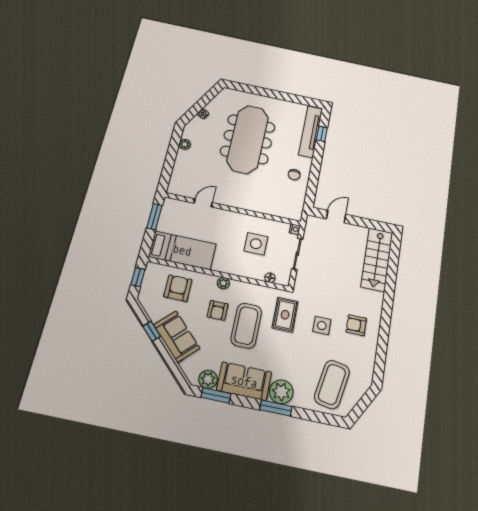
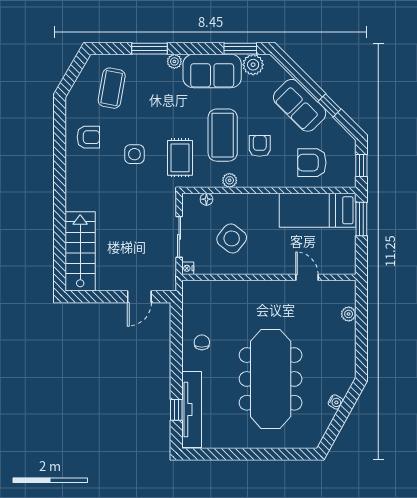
plant: (185, 144) -> (349, 314), moved
door: (203, 203) -> (307, 277), swing flipped
window: (155, 217) -> (361, 219), moved
side table: (256, 244) -> (232, 238), turned 38
plant: (223, 283) -> (230, 180), moved
armchair: (178, 288) -> (312, 163), turned 90
armchair: (356, 325) -> (88, 137), moved
coffee table: (332, 384) -> (112, 88), width x0.73, depth x0.76
plant: (281, 392) -> (174, 61), width x0.53, depth x0.53
window: (276, 408) -> (150, 49), moved

